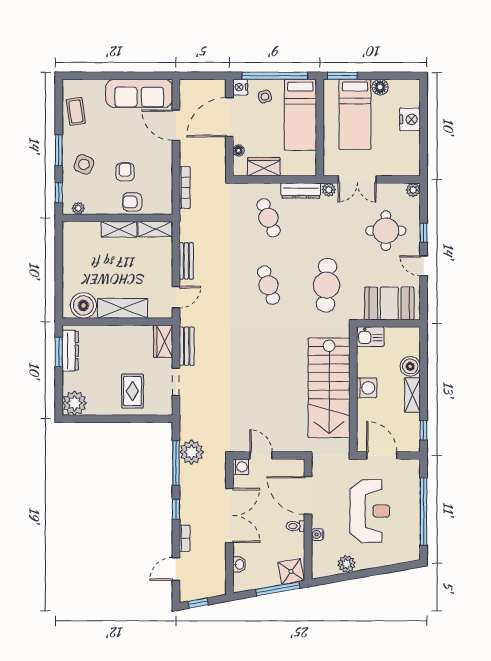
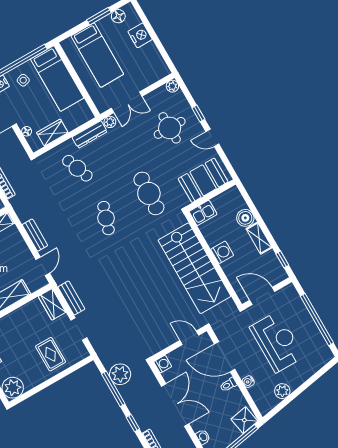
window: (342, 76) -> (99, 16), moved
floor lamp: (380, 87) -> (118, 16), moved
cafe table: (268, 285) -> (106, 218), turned 36
door: (261, 456) -> (189, 338), moved

